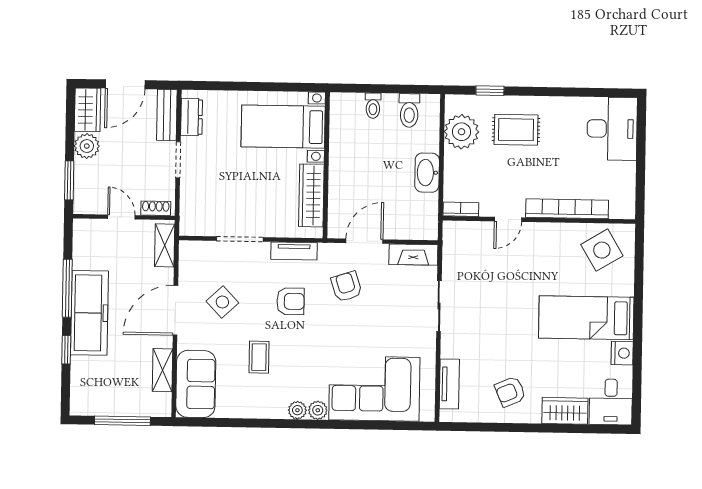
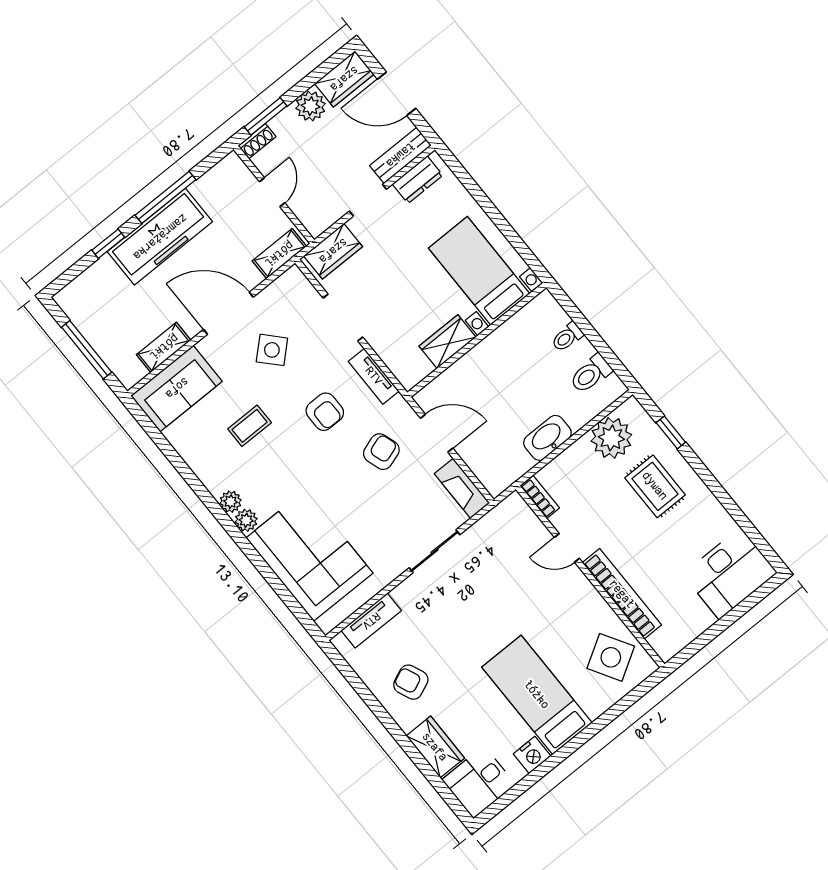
wardrobe: (311, 195) -> (447, 342), width x0.67
shoe rack: (156, 208) -> (257, 141), moved, turned 90
wardrobe: (192, 210) -> (333, 251), added

